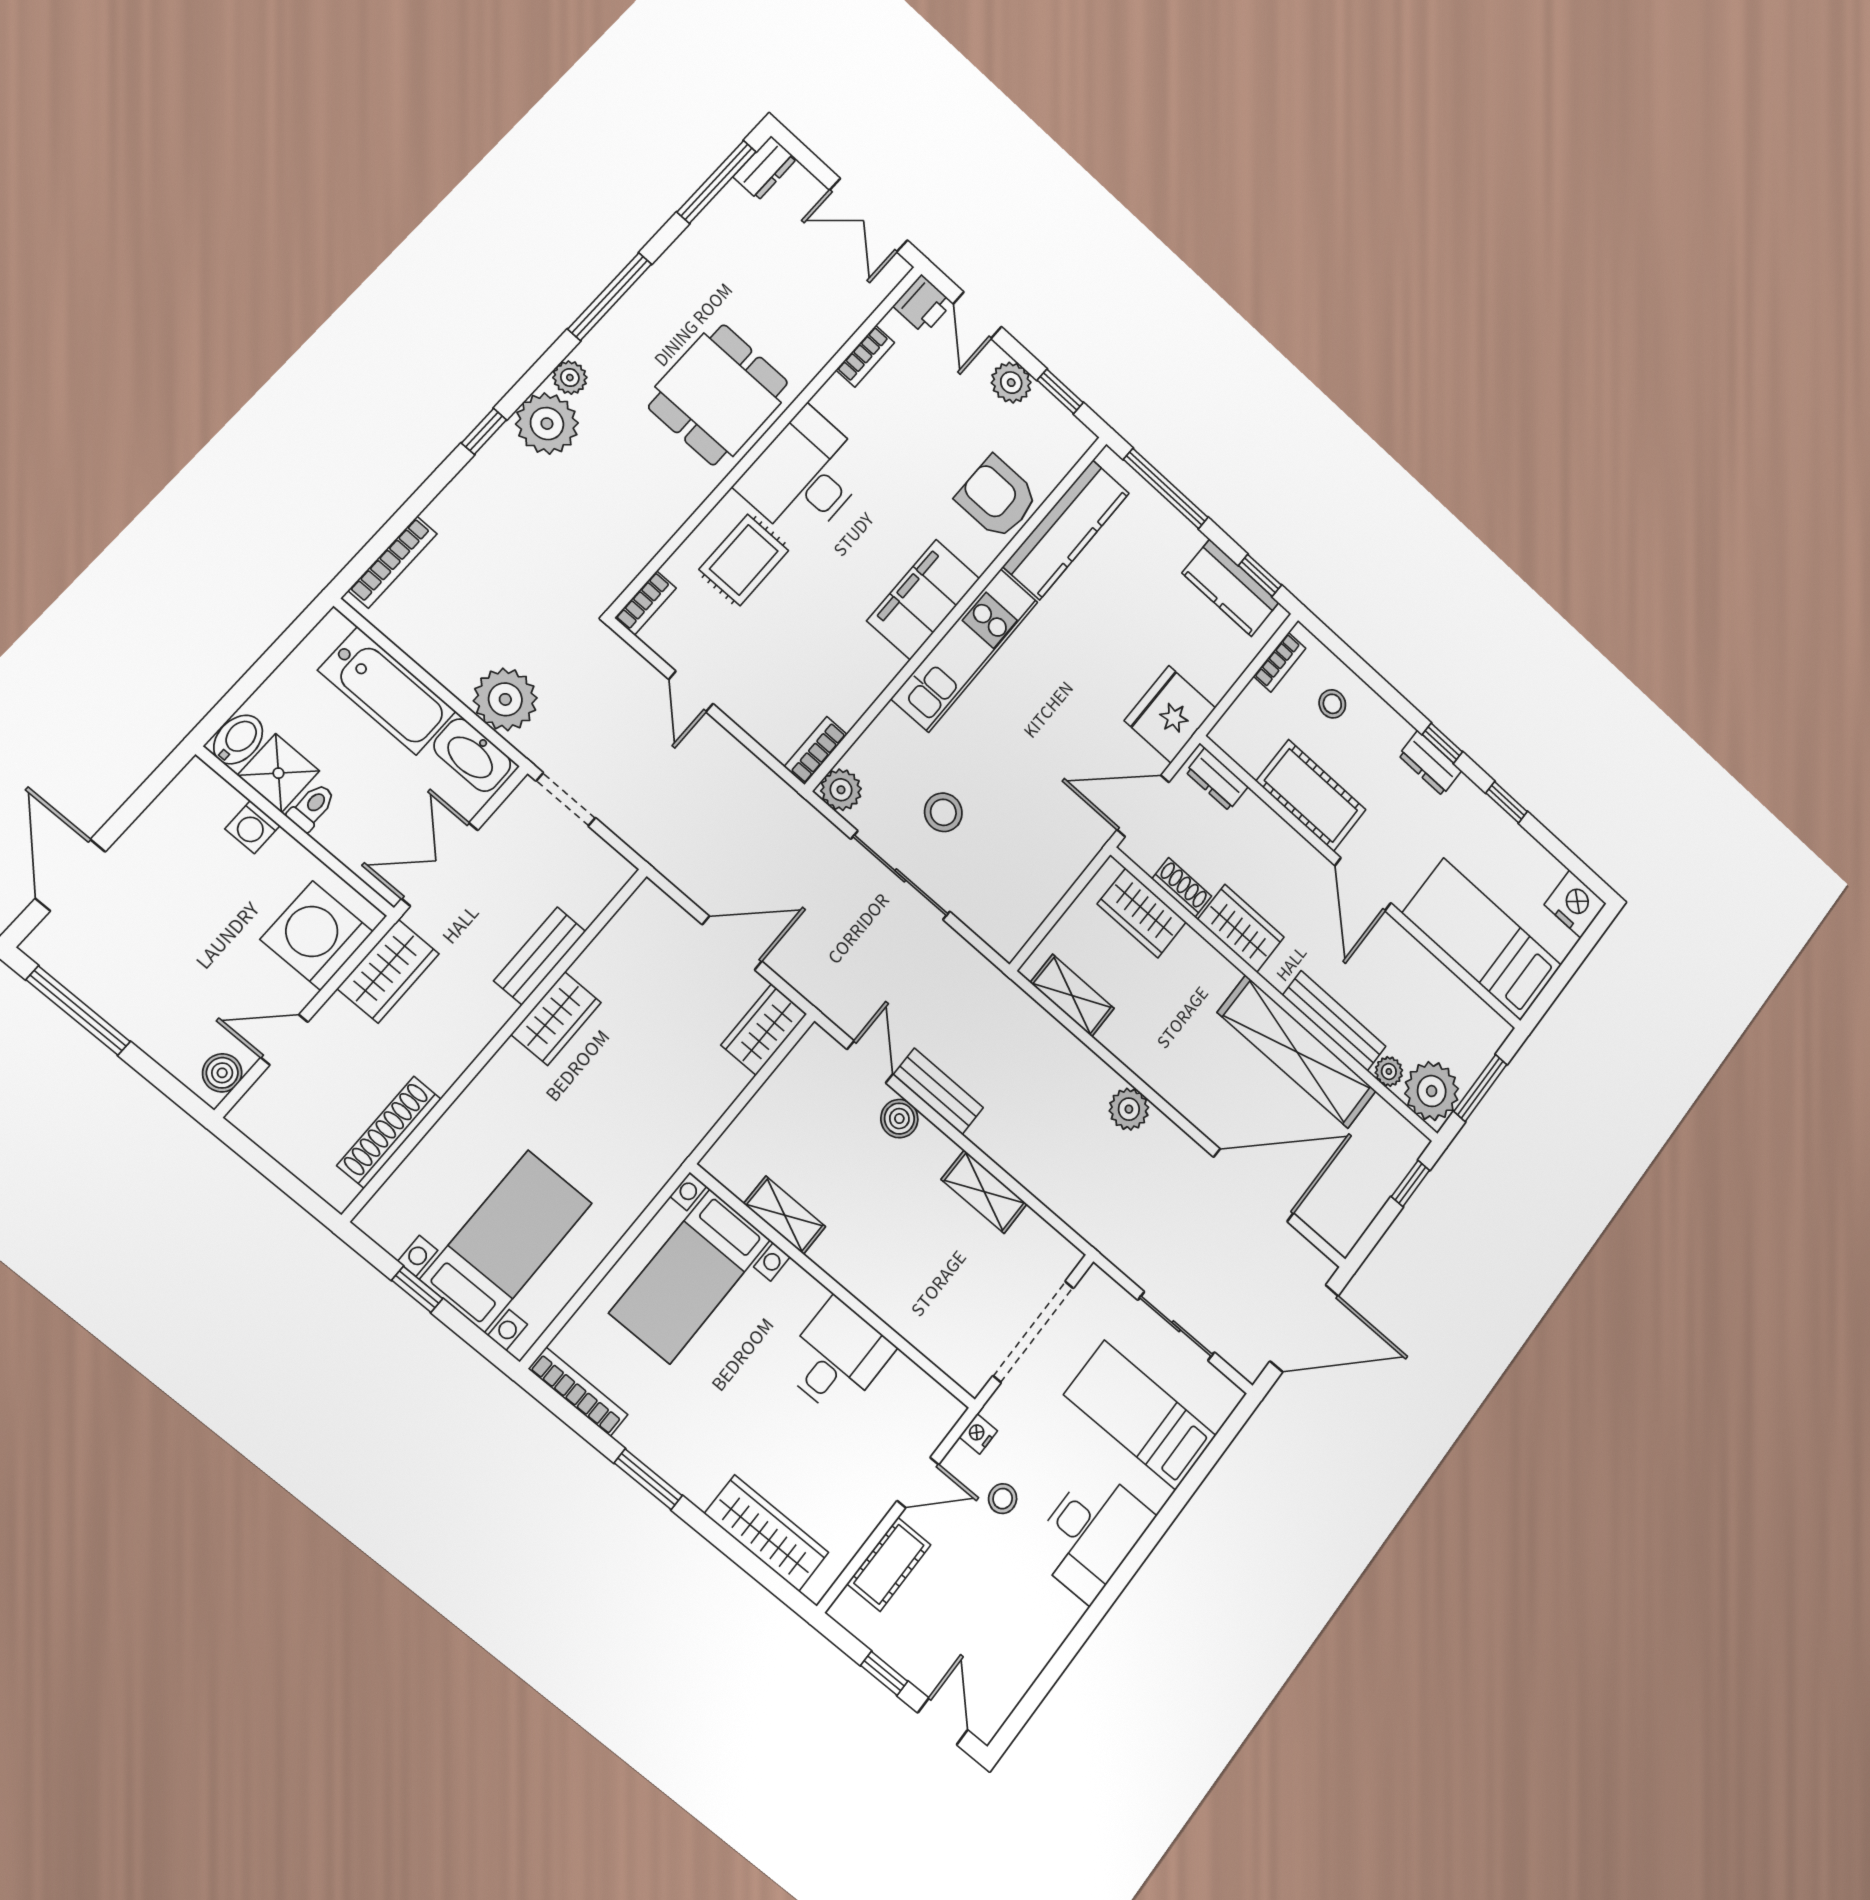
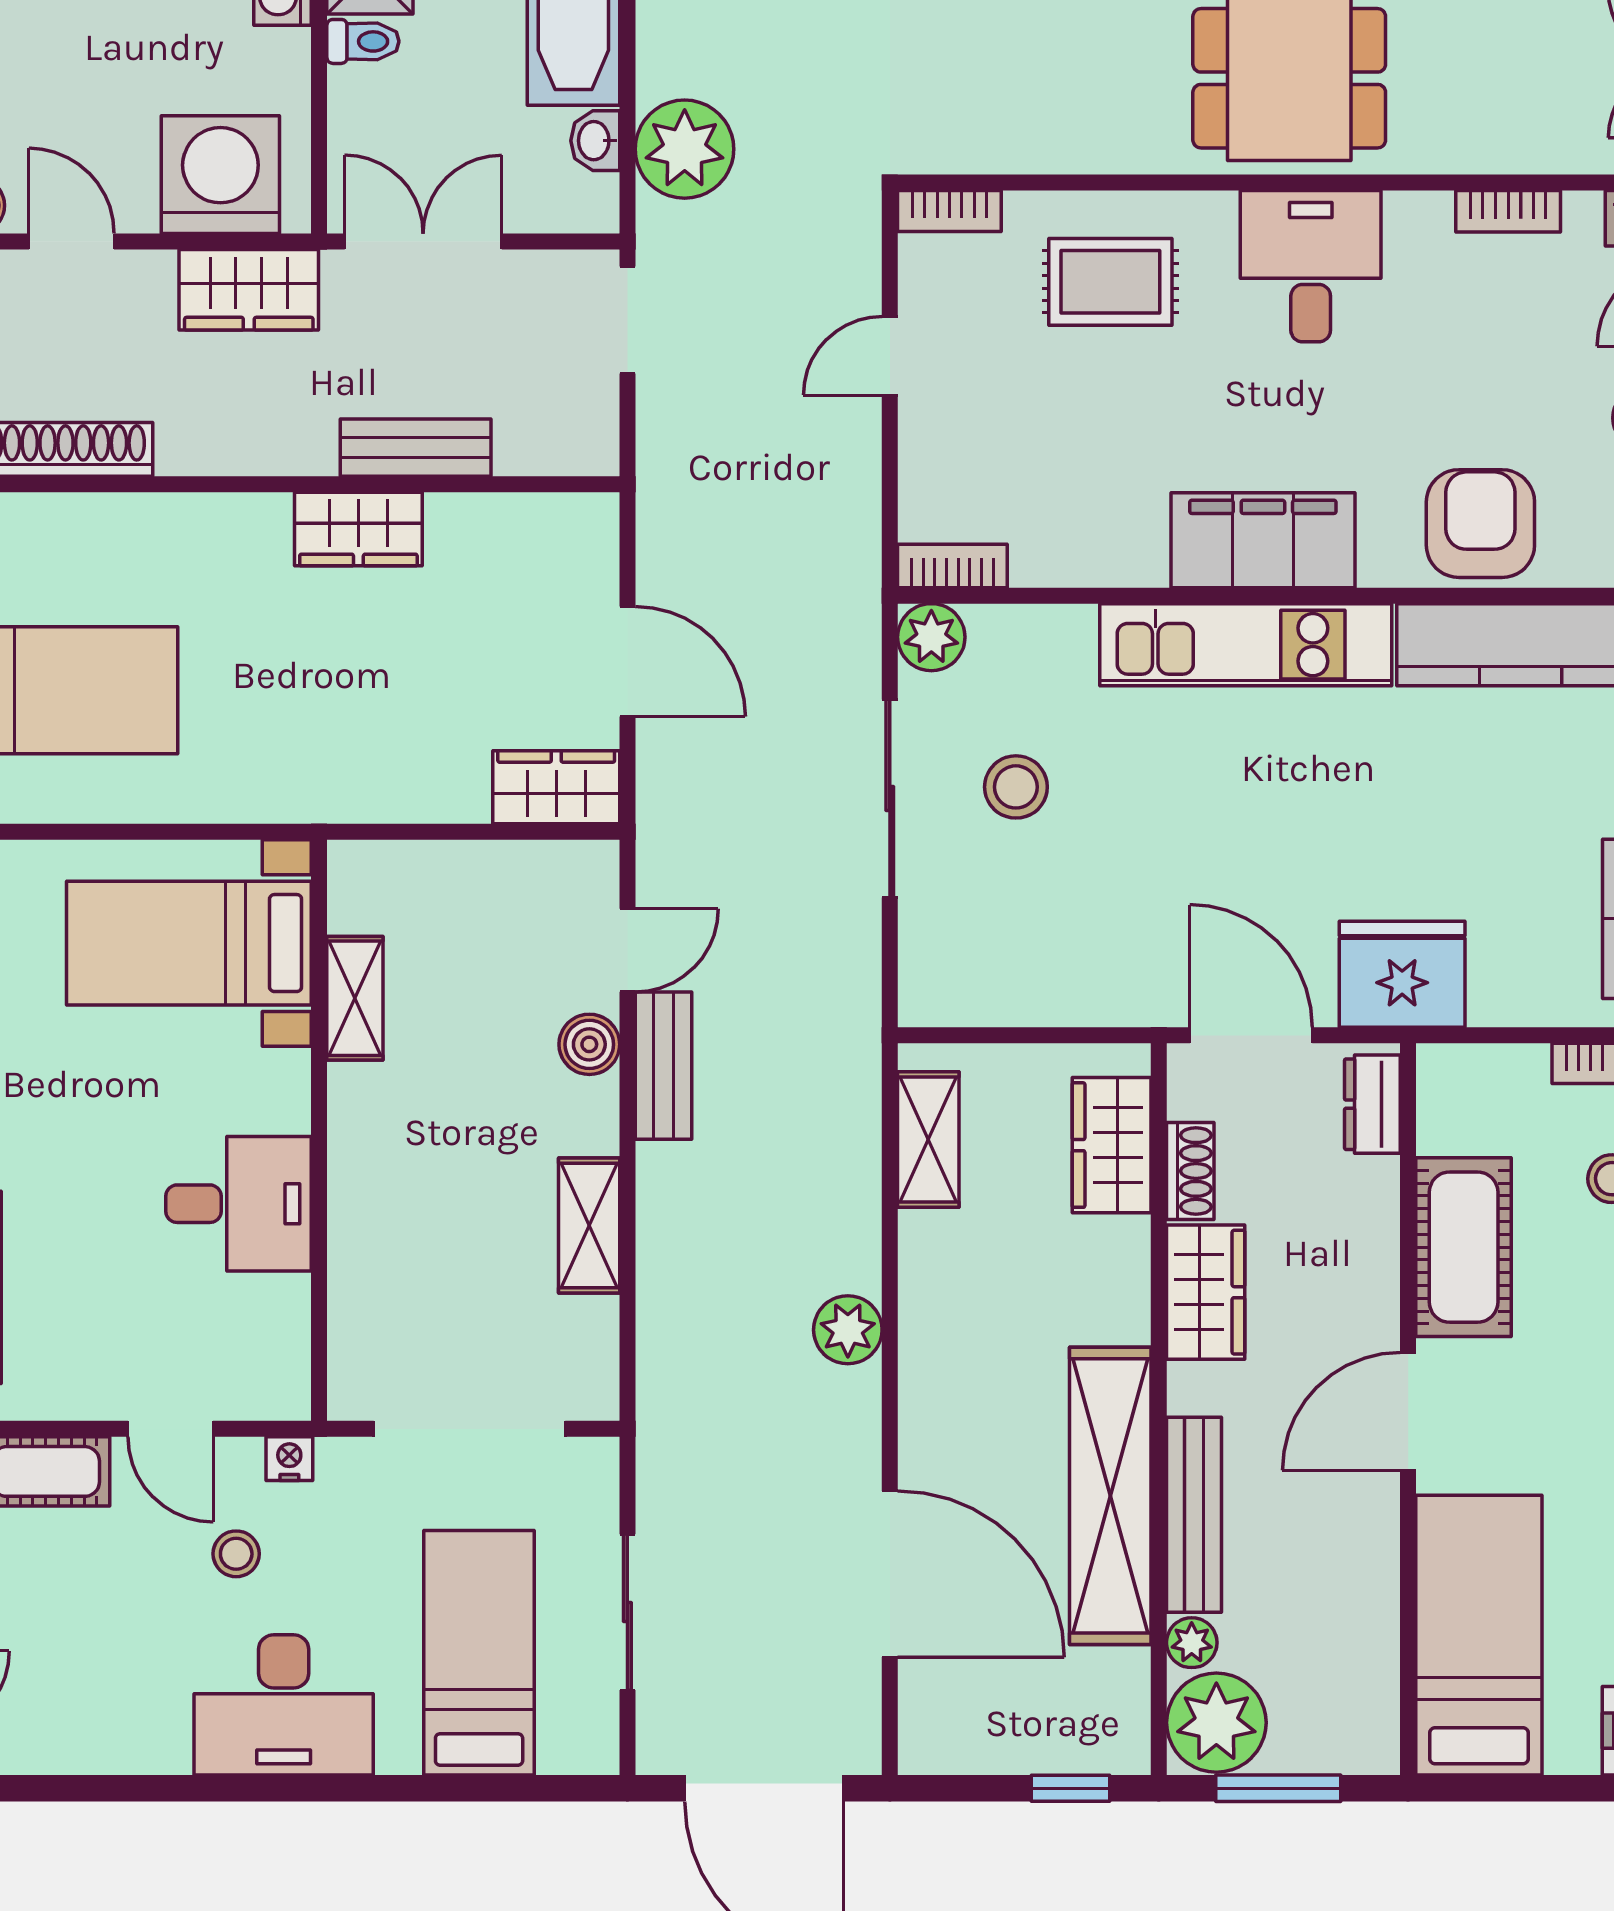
desk: (805, 476) -> (1311, 266), width x0.73
washbasin: (472, 755) -> (595, 141), width x0.52, depth x0.69

